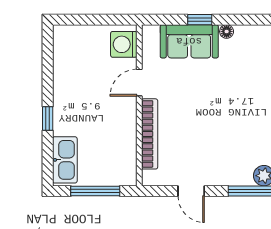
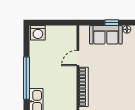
washing machine: (124, 44) -> (38, 33), moved, turned -90
window: (48, 119) -> (26, 78), width x3.17

